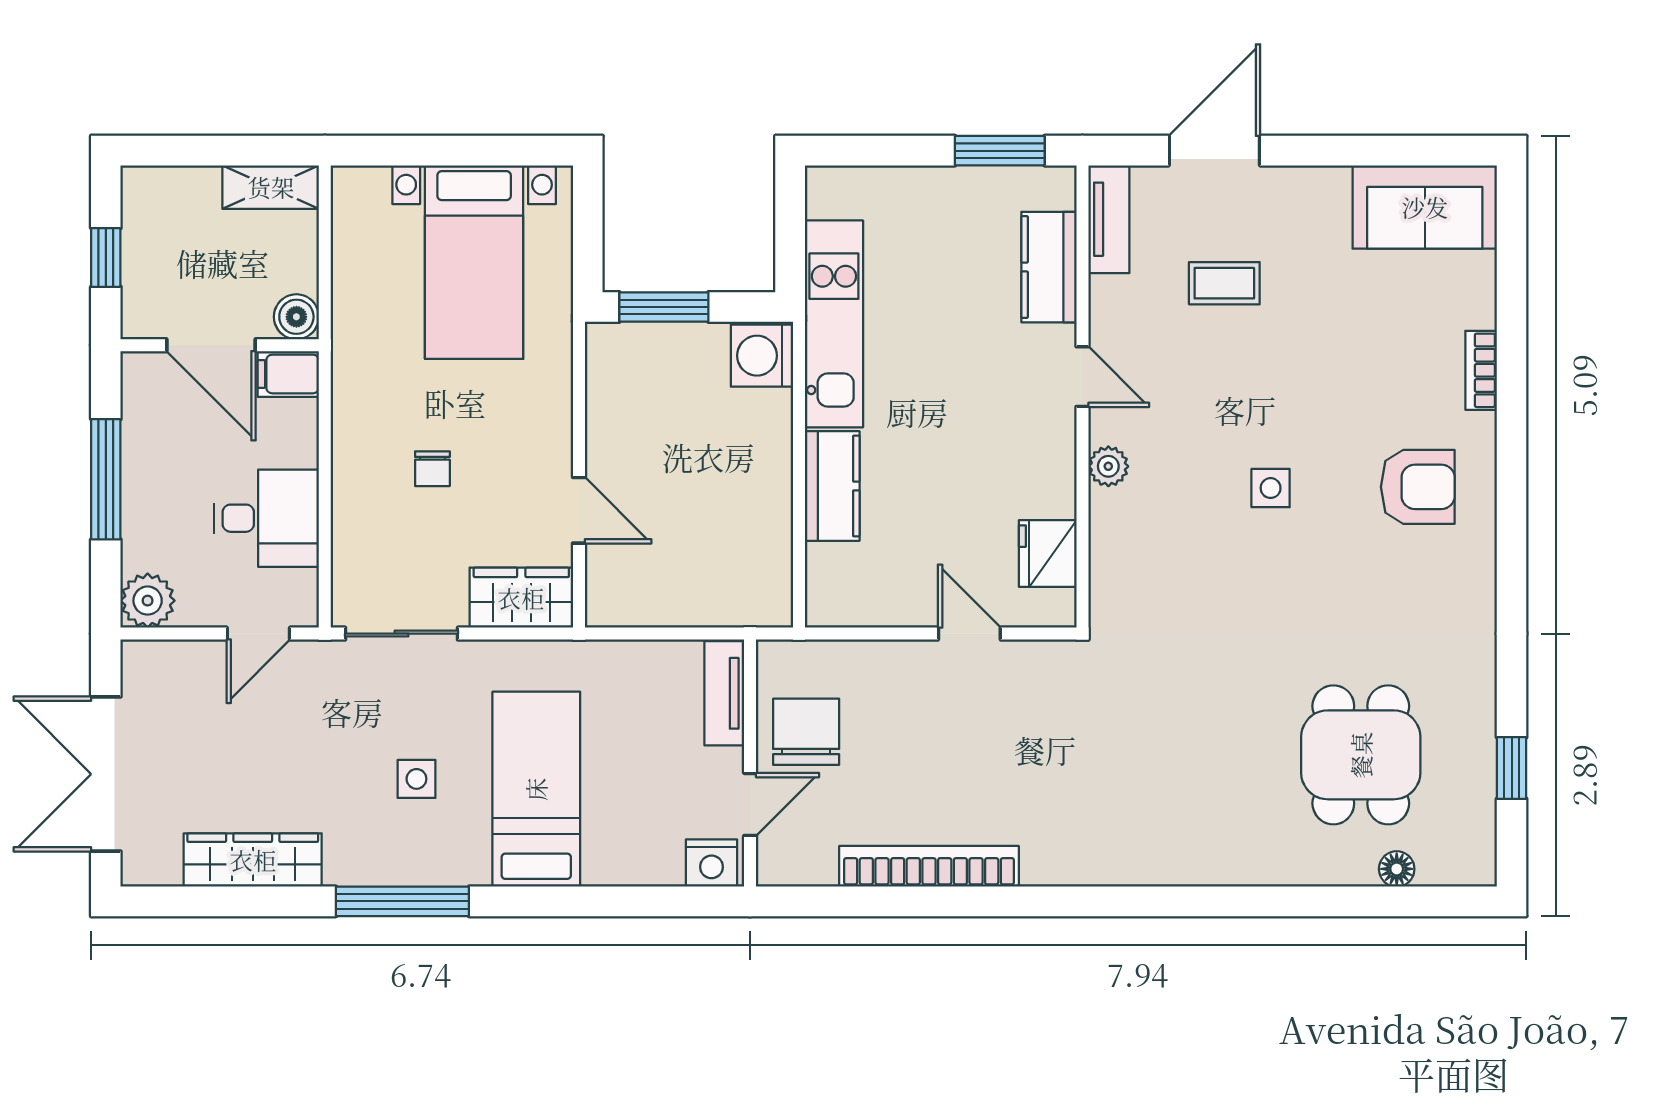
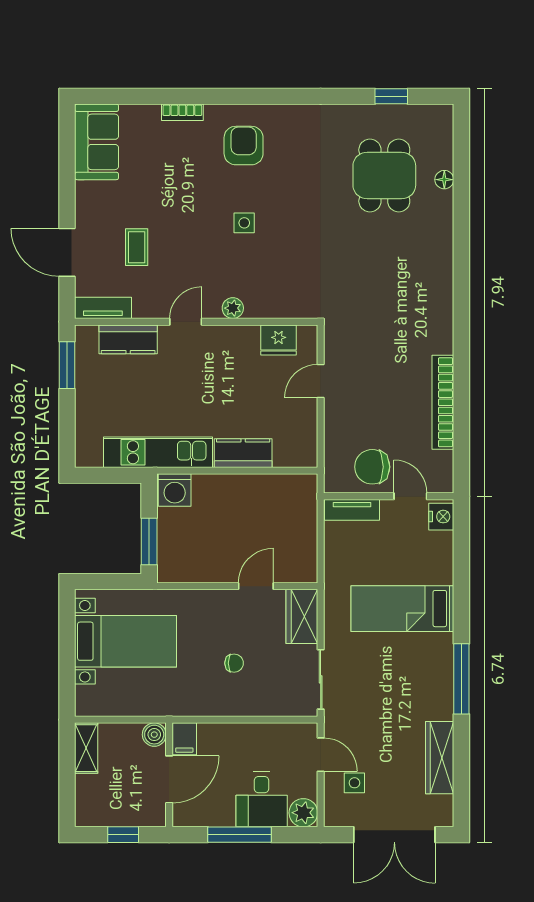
desk: (267, 518) -> (262, 799), moved, turned 180
dining table: (1361, 755) -> (384, 175), turned 90
side table: (416, 779) -> (354, 783), moved
floor lamp: (1397, 869) -> (444, 180), moved

